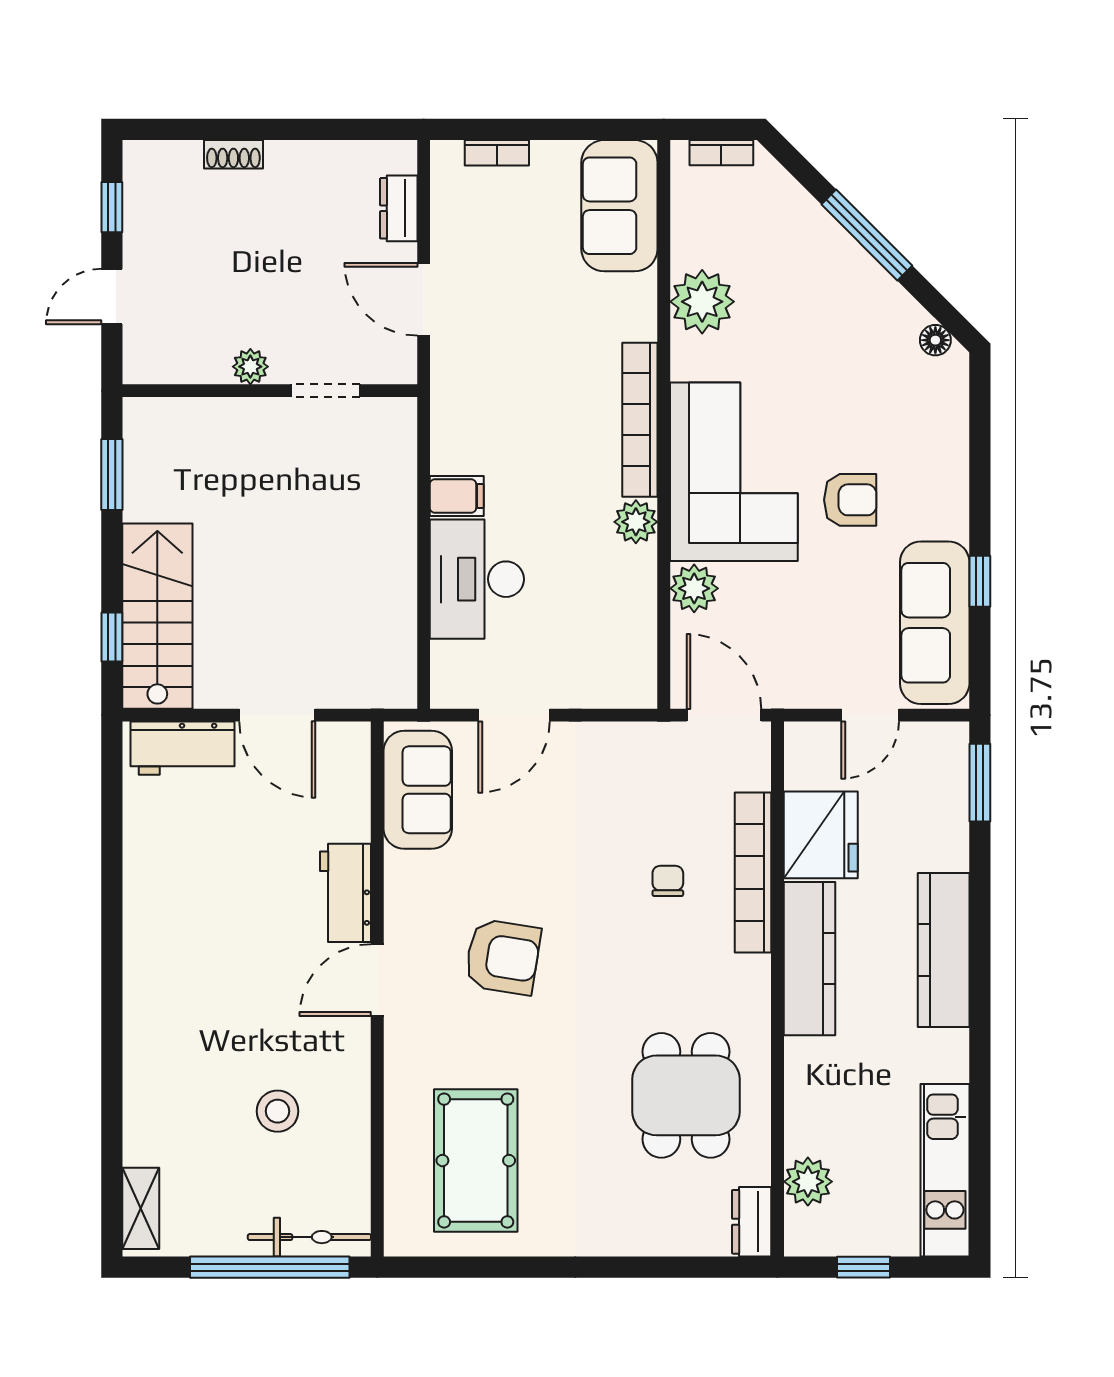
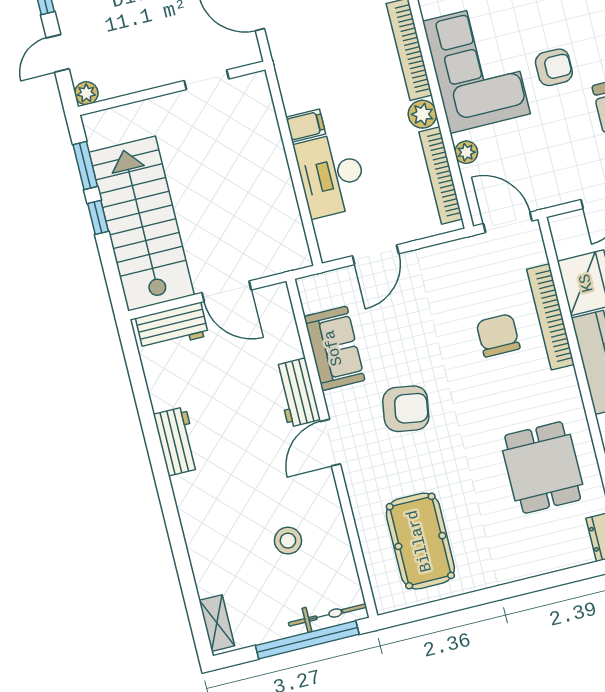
plant: (250, 367) -> (86, 93), moved
plant: (694, 588) -> (466, 152), width x0.73, depth x0.73
stairs: (157, 616) -> (142, 224), width x1.36, depth x1.51
bookcase: (641, 620) -> (441, 175), added
window: (112, 637) -> (98, 217), moved
sofa: (418, 790) -> (334, 348), moved
chair: (668, 881) -> (498, 335), width x1.87, depth x1.87
workbench: (148, 921) -> (177, 441), added

